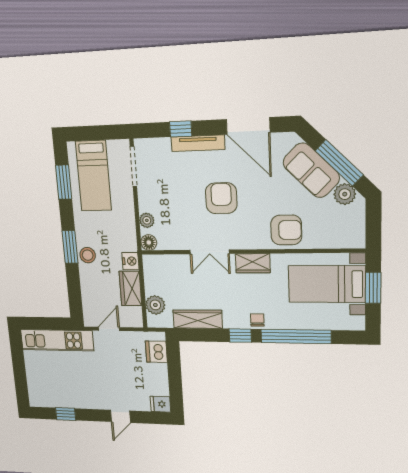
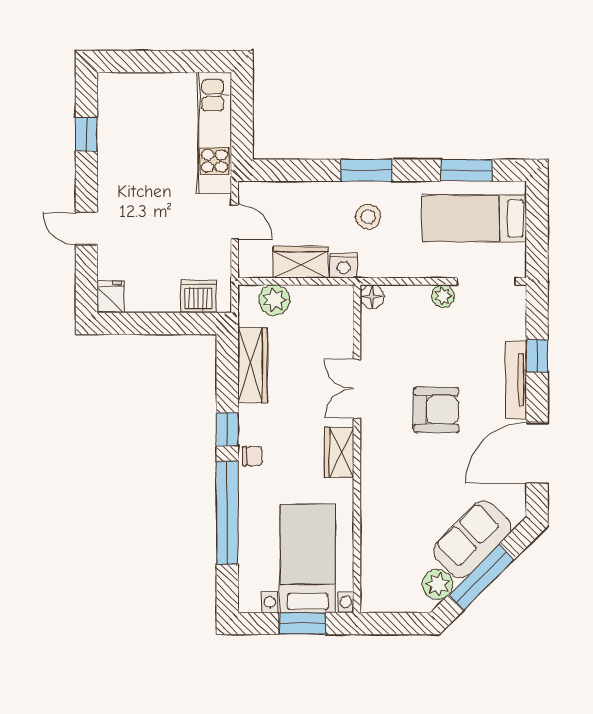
plant: (147, 220) -> (443, 296), moved
armchair: (286, 230) -> (388, 502), removed
stool: (88, 255) -> (368, 217), moved

